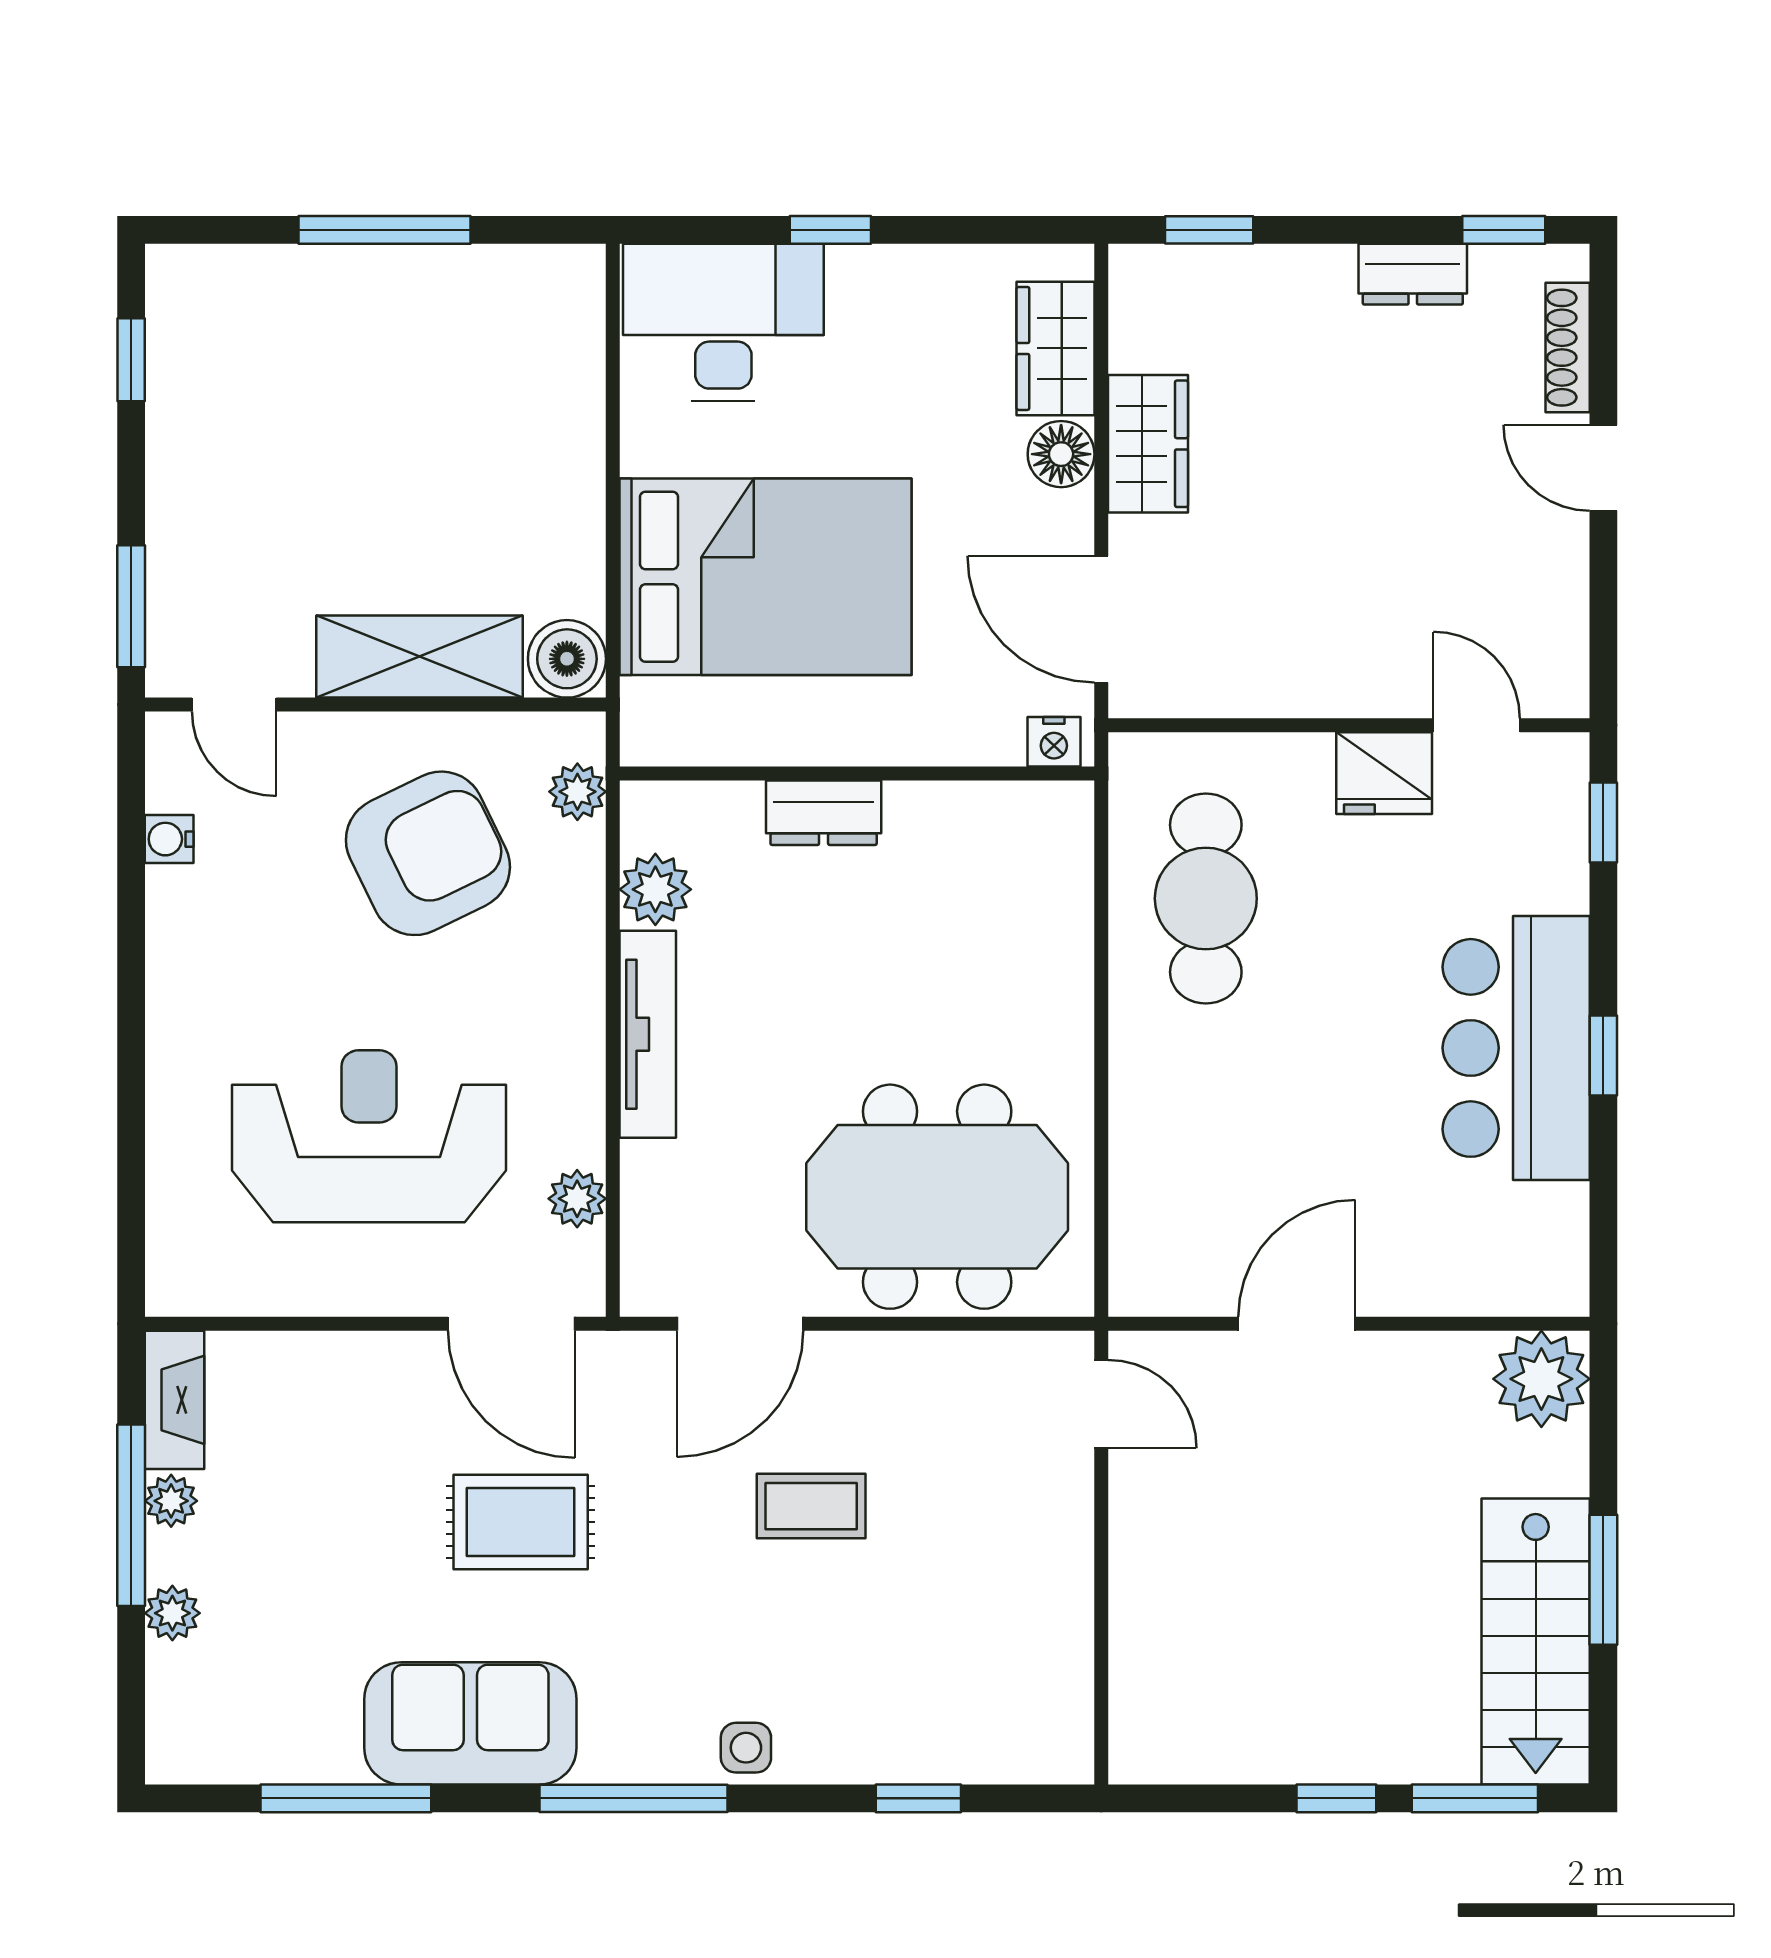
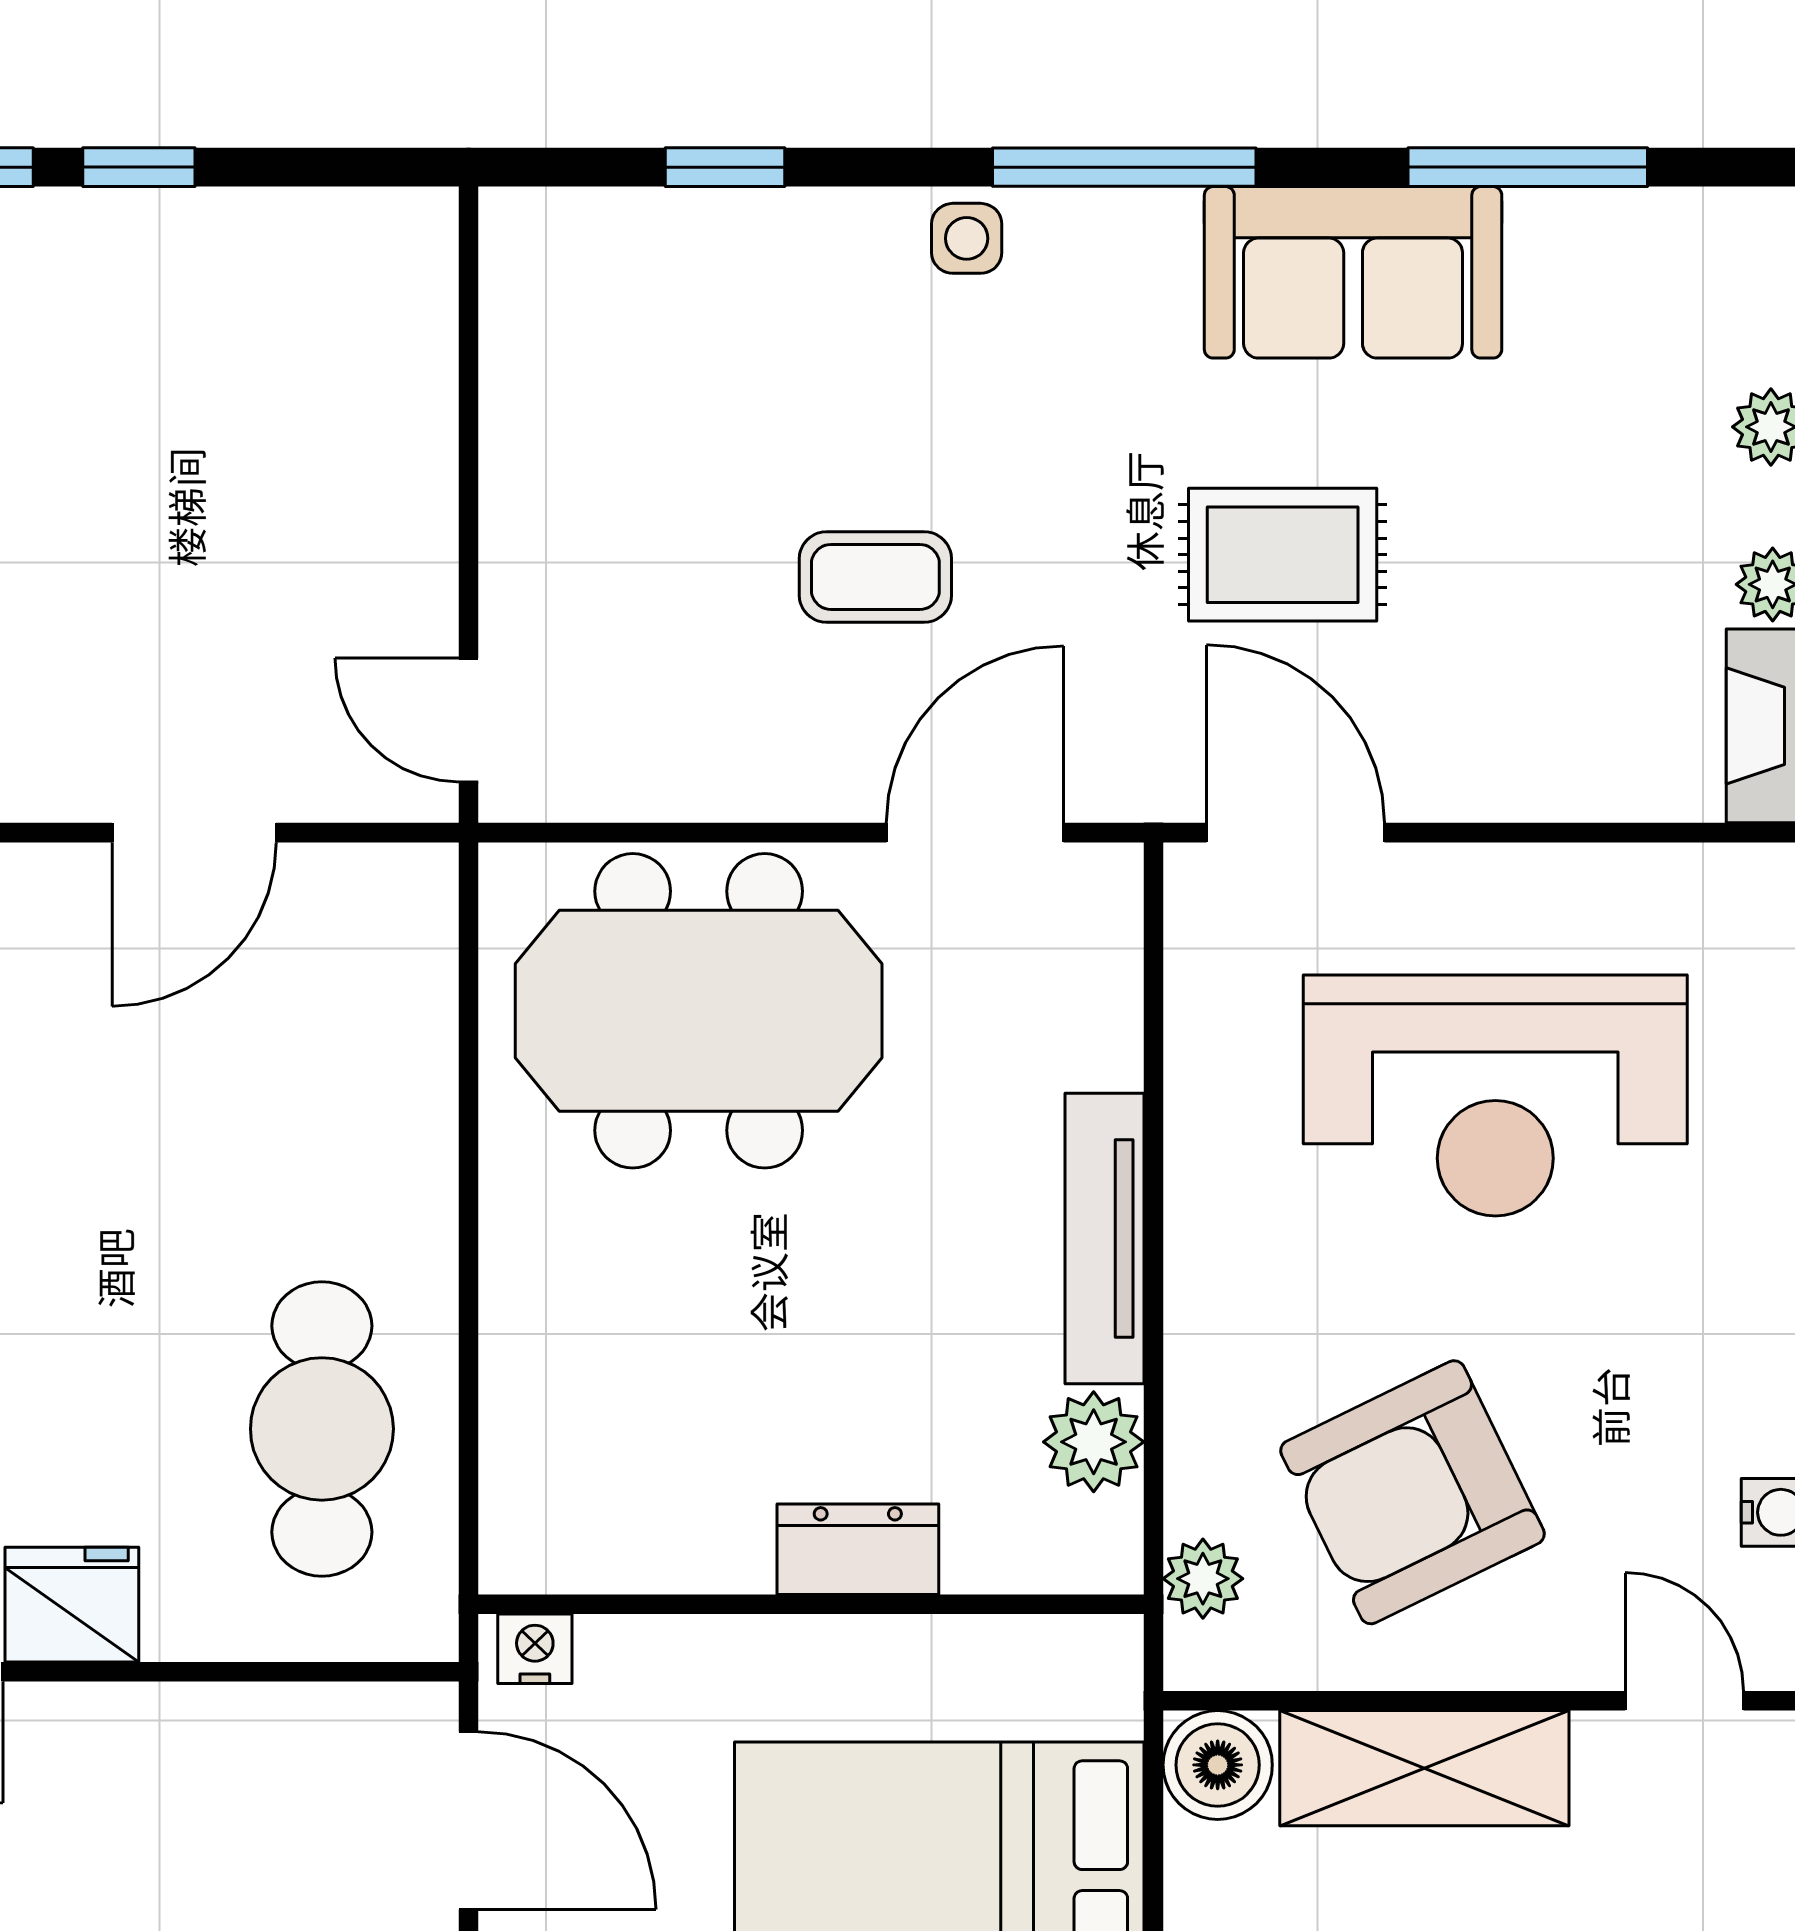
plant: (577, 1199) -> (1203, 1008), removed

